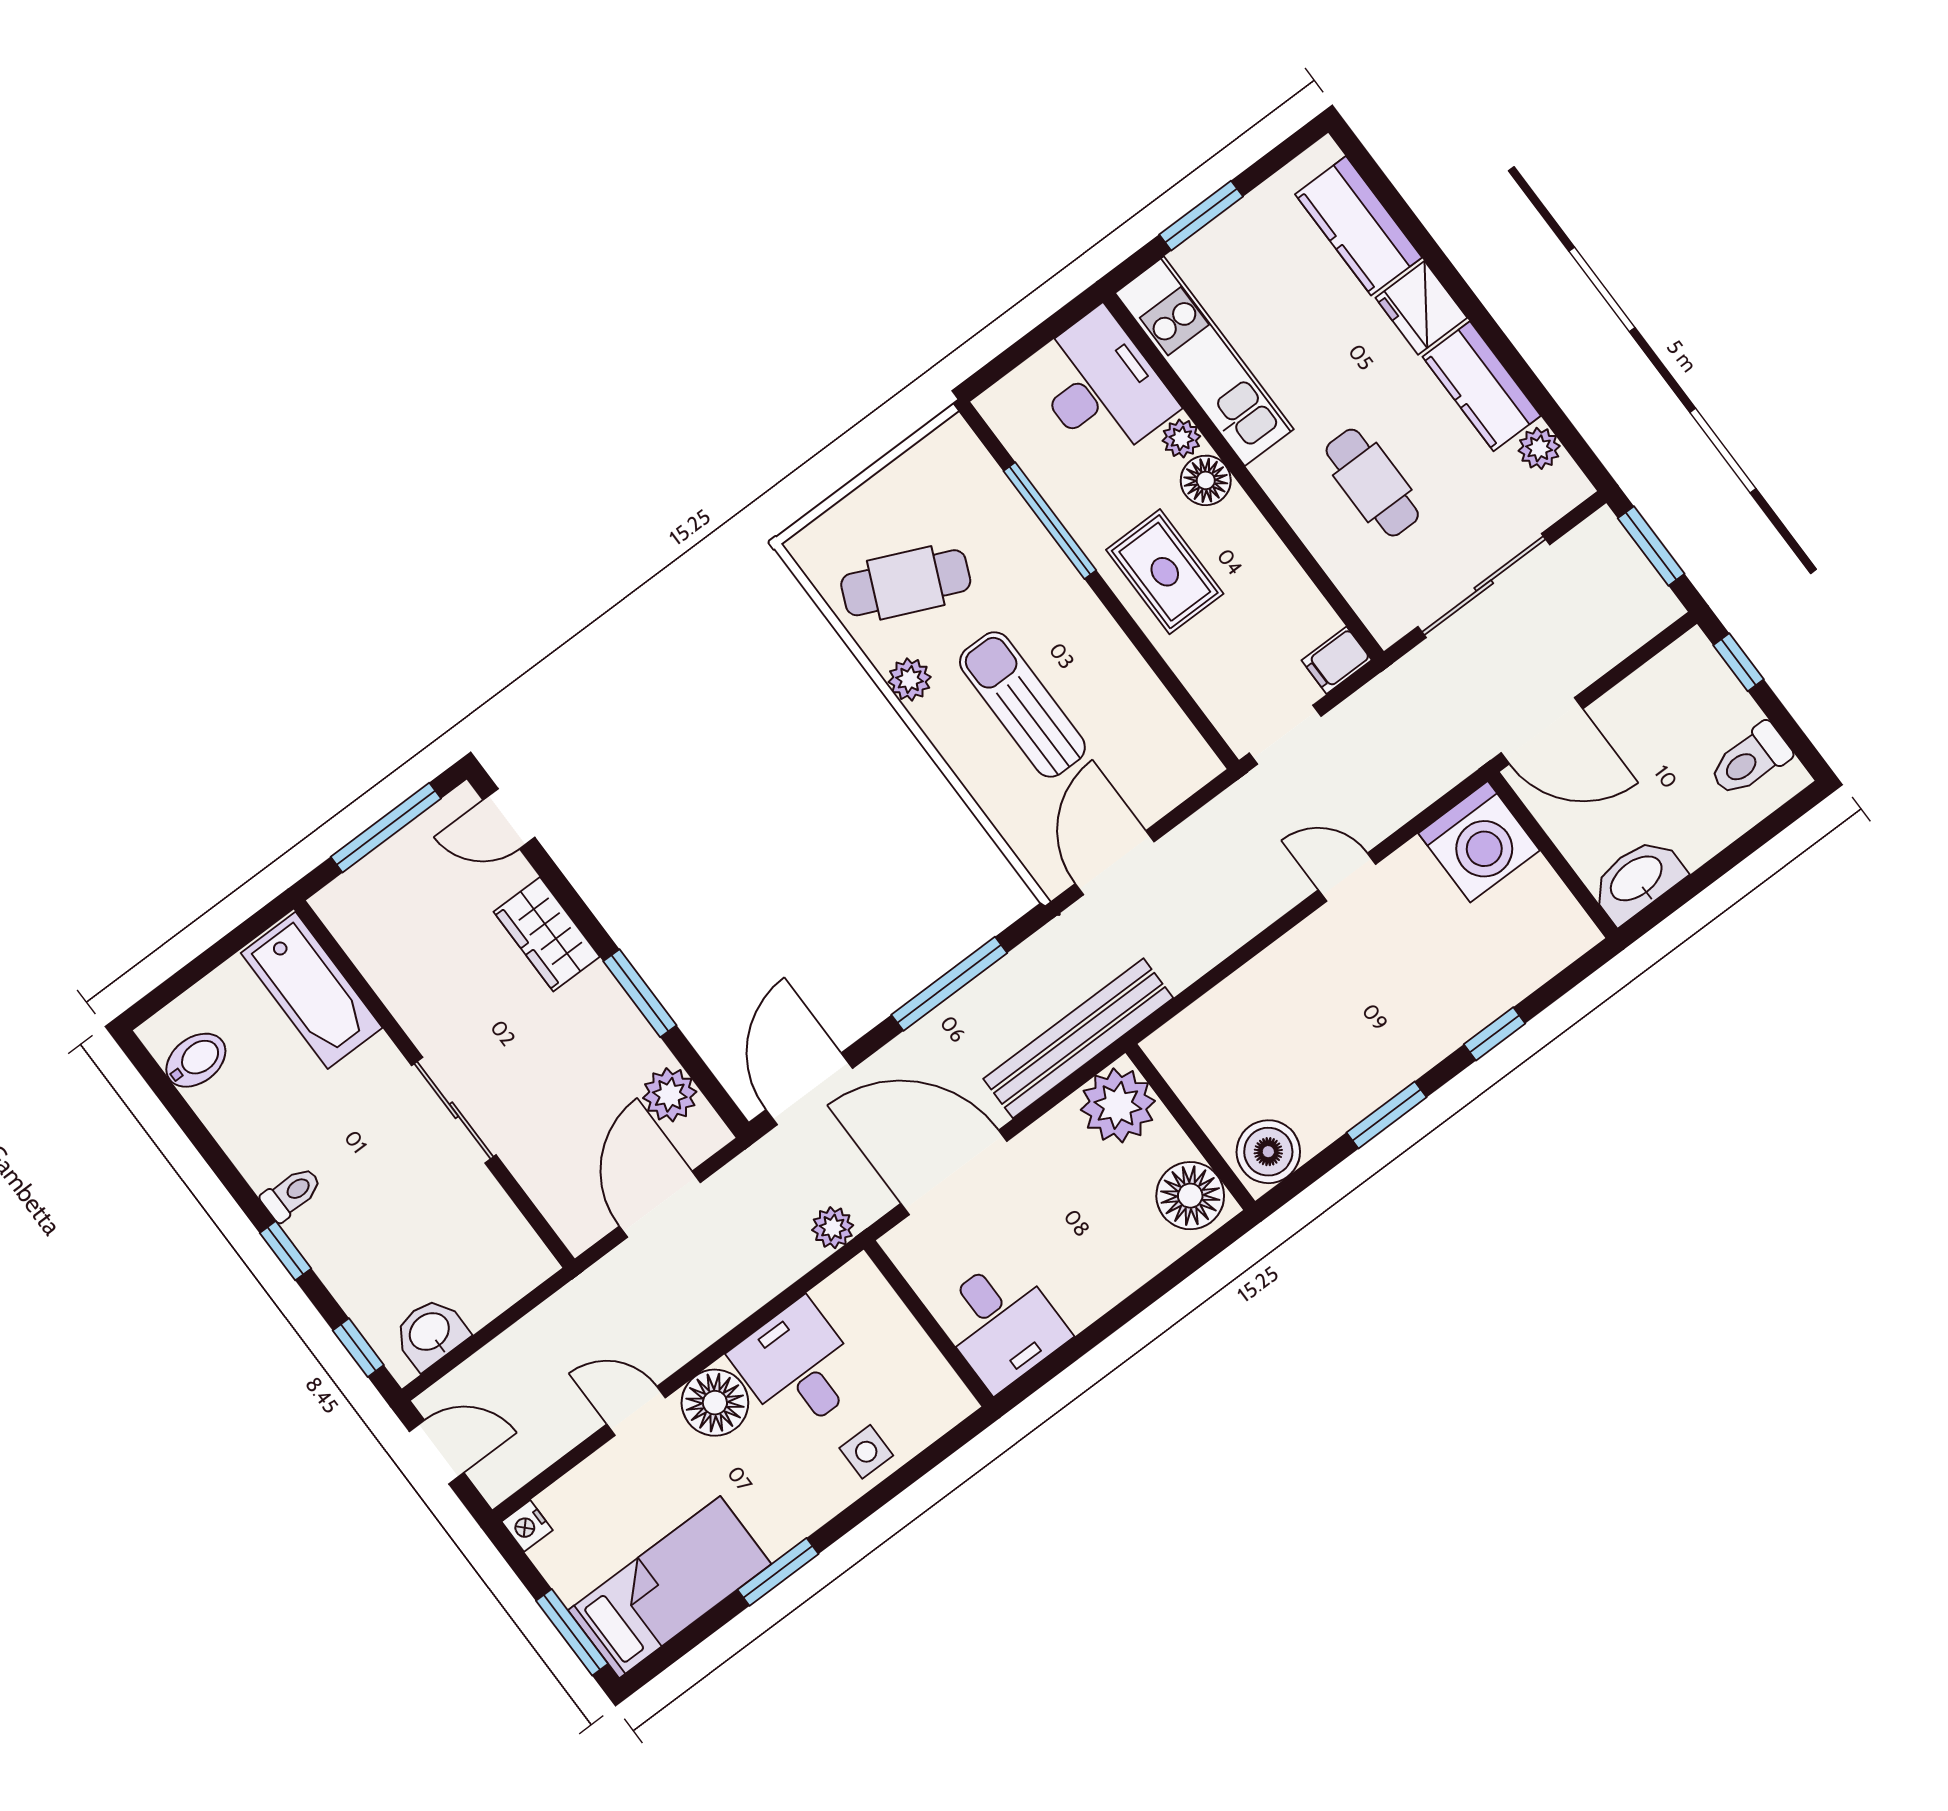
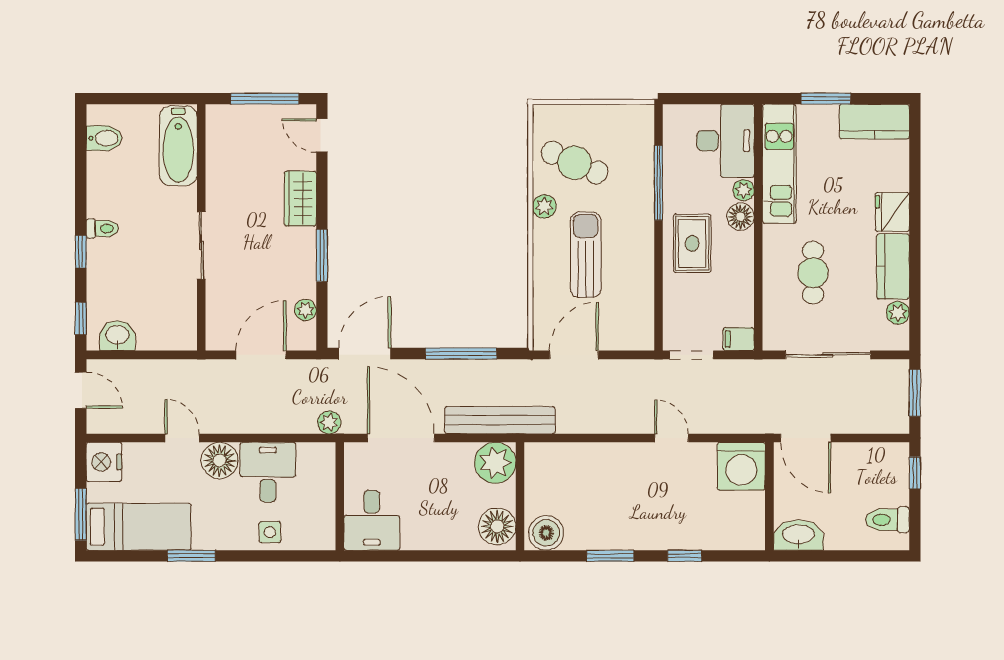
kitchen counter: (1359, 226) -> (874, 122), moved, turned -90
plant: (670, 1095) -> (305, 310), width x0.73, depth x0.73
nightstand: (527, 1526) -> (104, 462), width x1.89, depth x1.79

